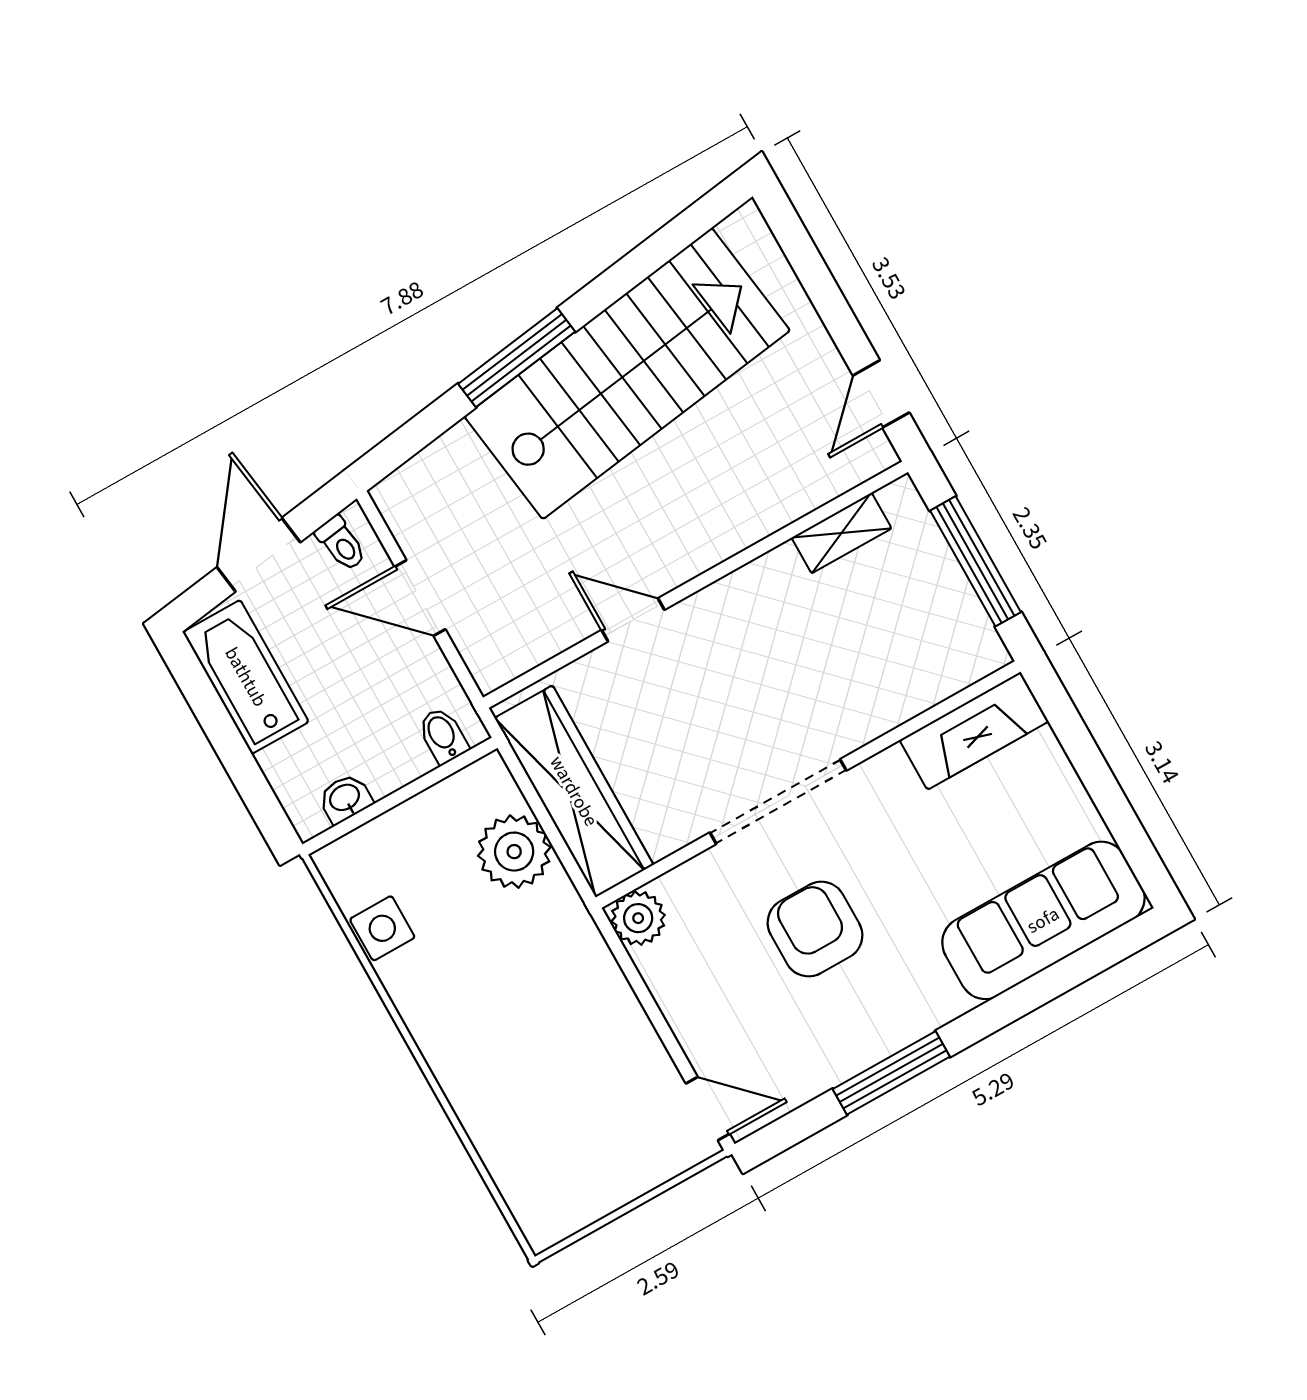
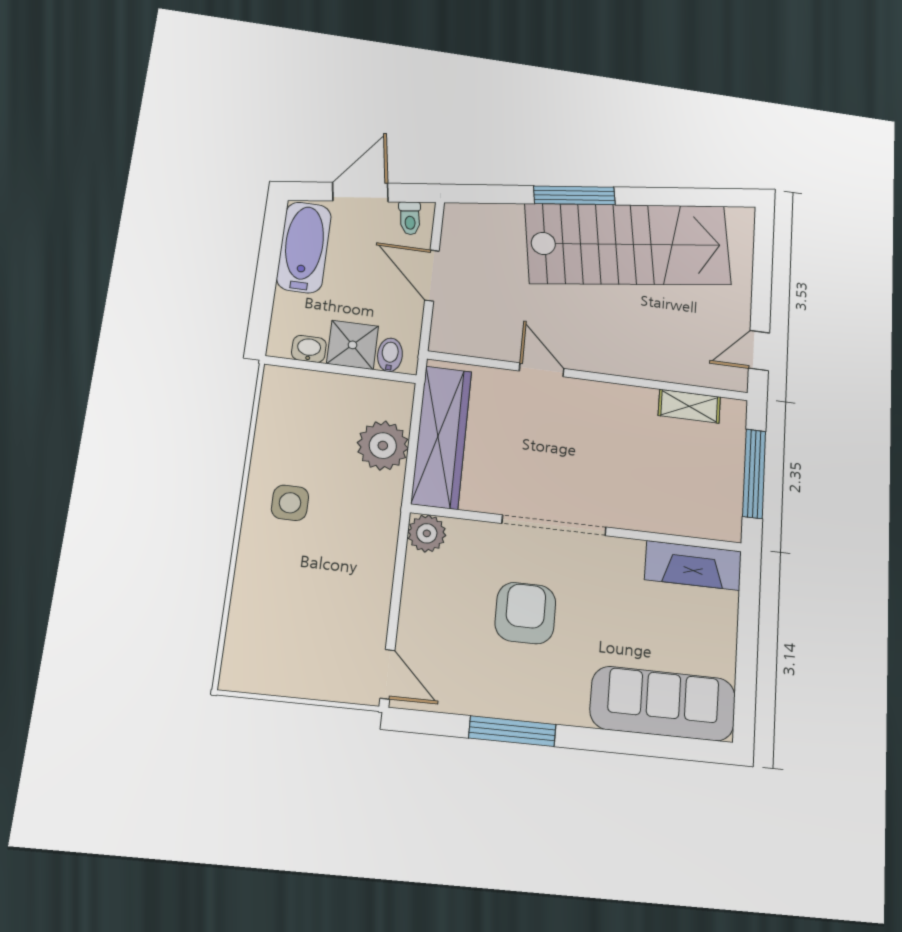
shower: (391, 756) -> (353, 345), added
side table: (382, 928) -> (290, 503), moved

